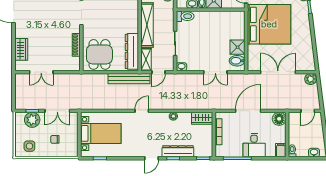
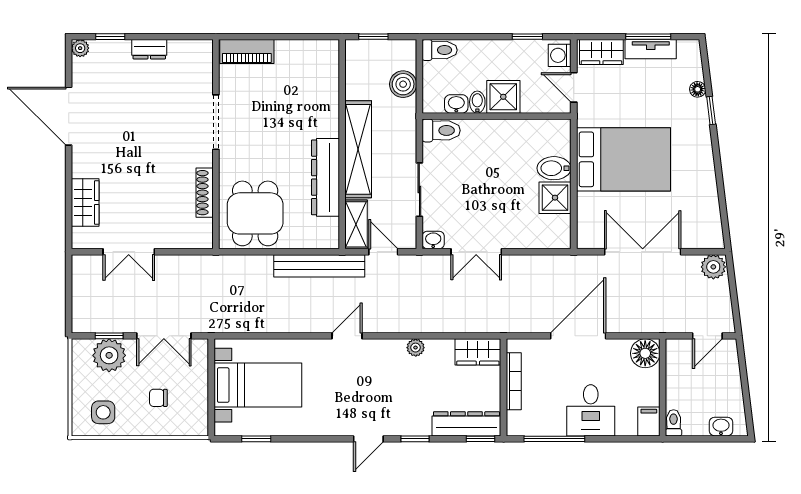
bed: (269, 24) -> (623, 159), width x0.73
dresser: (132, 51) -> (325, 177), moved
bidet: (237, 61) -> (554, 168), moved
door: (159, 72) -> (383, 252), swing flipped
double door: (215, 72) -> (476, 252), moved
dresser: (178, 151) -> (466, 424), moved

